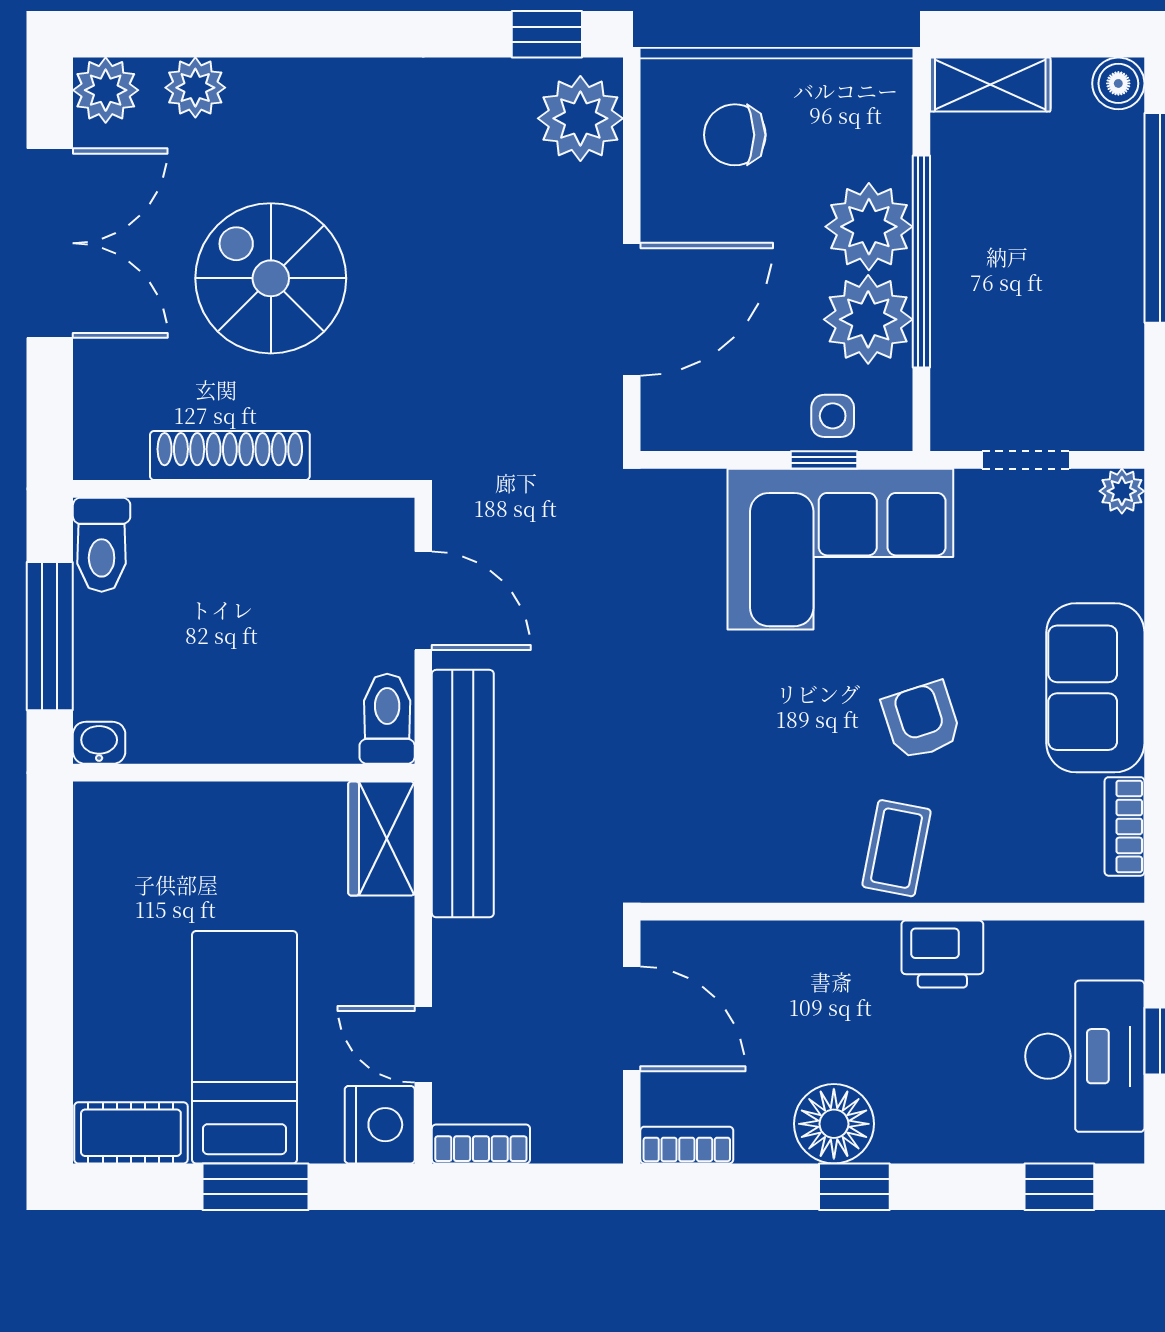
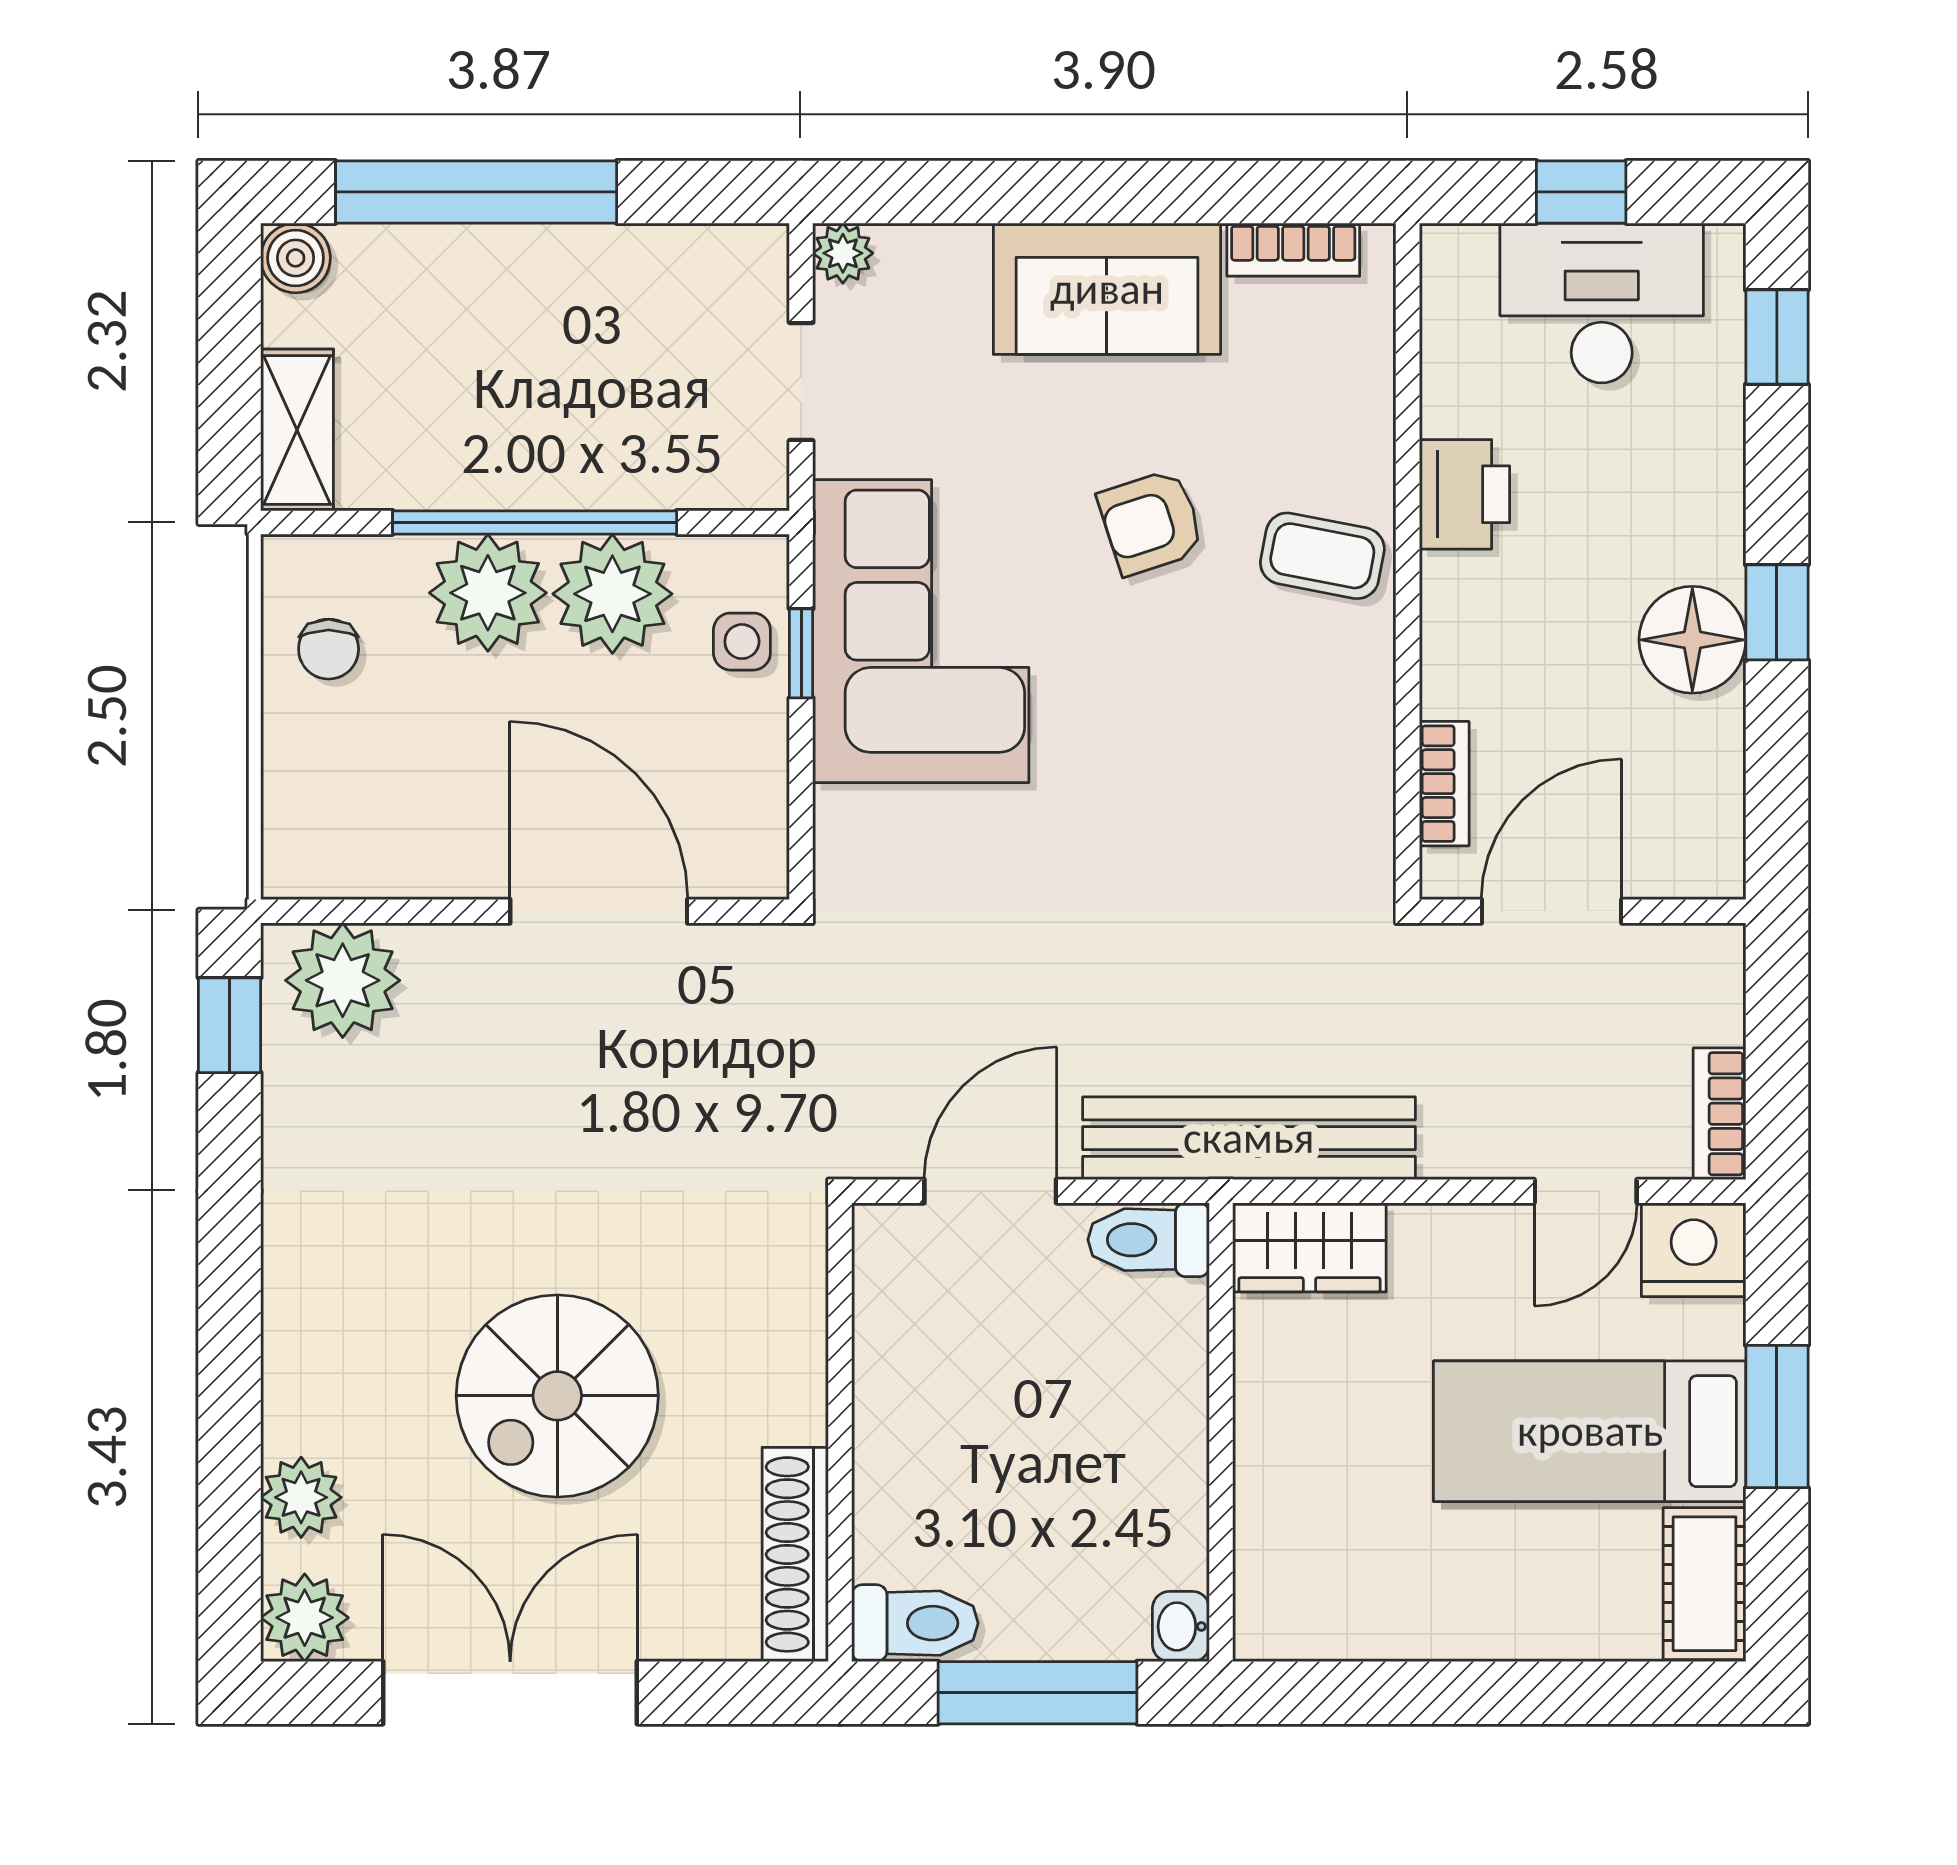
chair: (735, 135) -> (329, 649), moved, width x0.73, depth x0.73
shoe rack: (230, 456) -> (795, 1554), moved
bookcase: (687, 1145) -> (1444, 784), moved, turned 180

